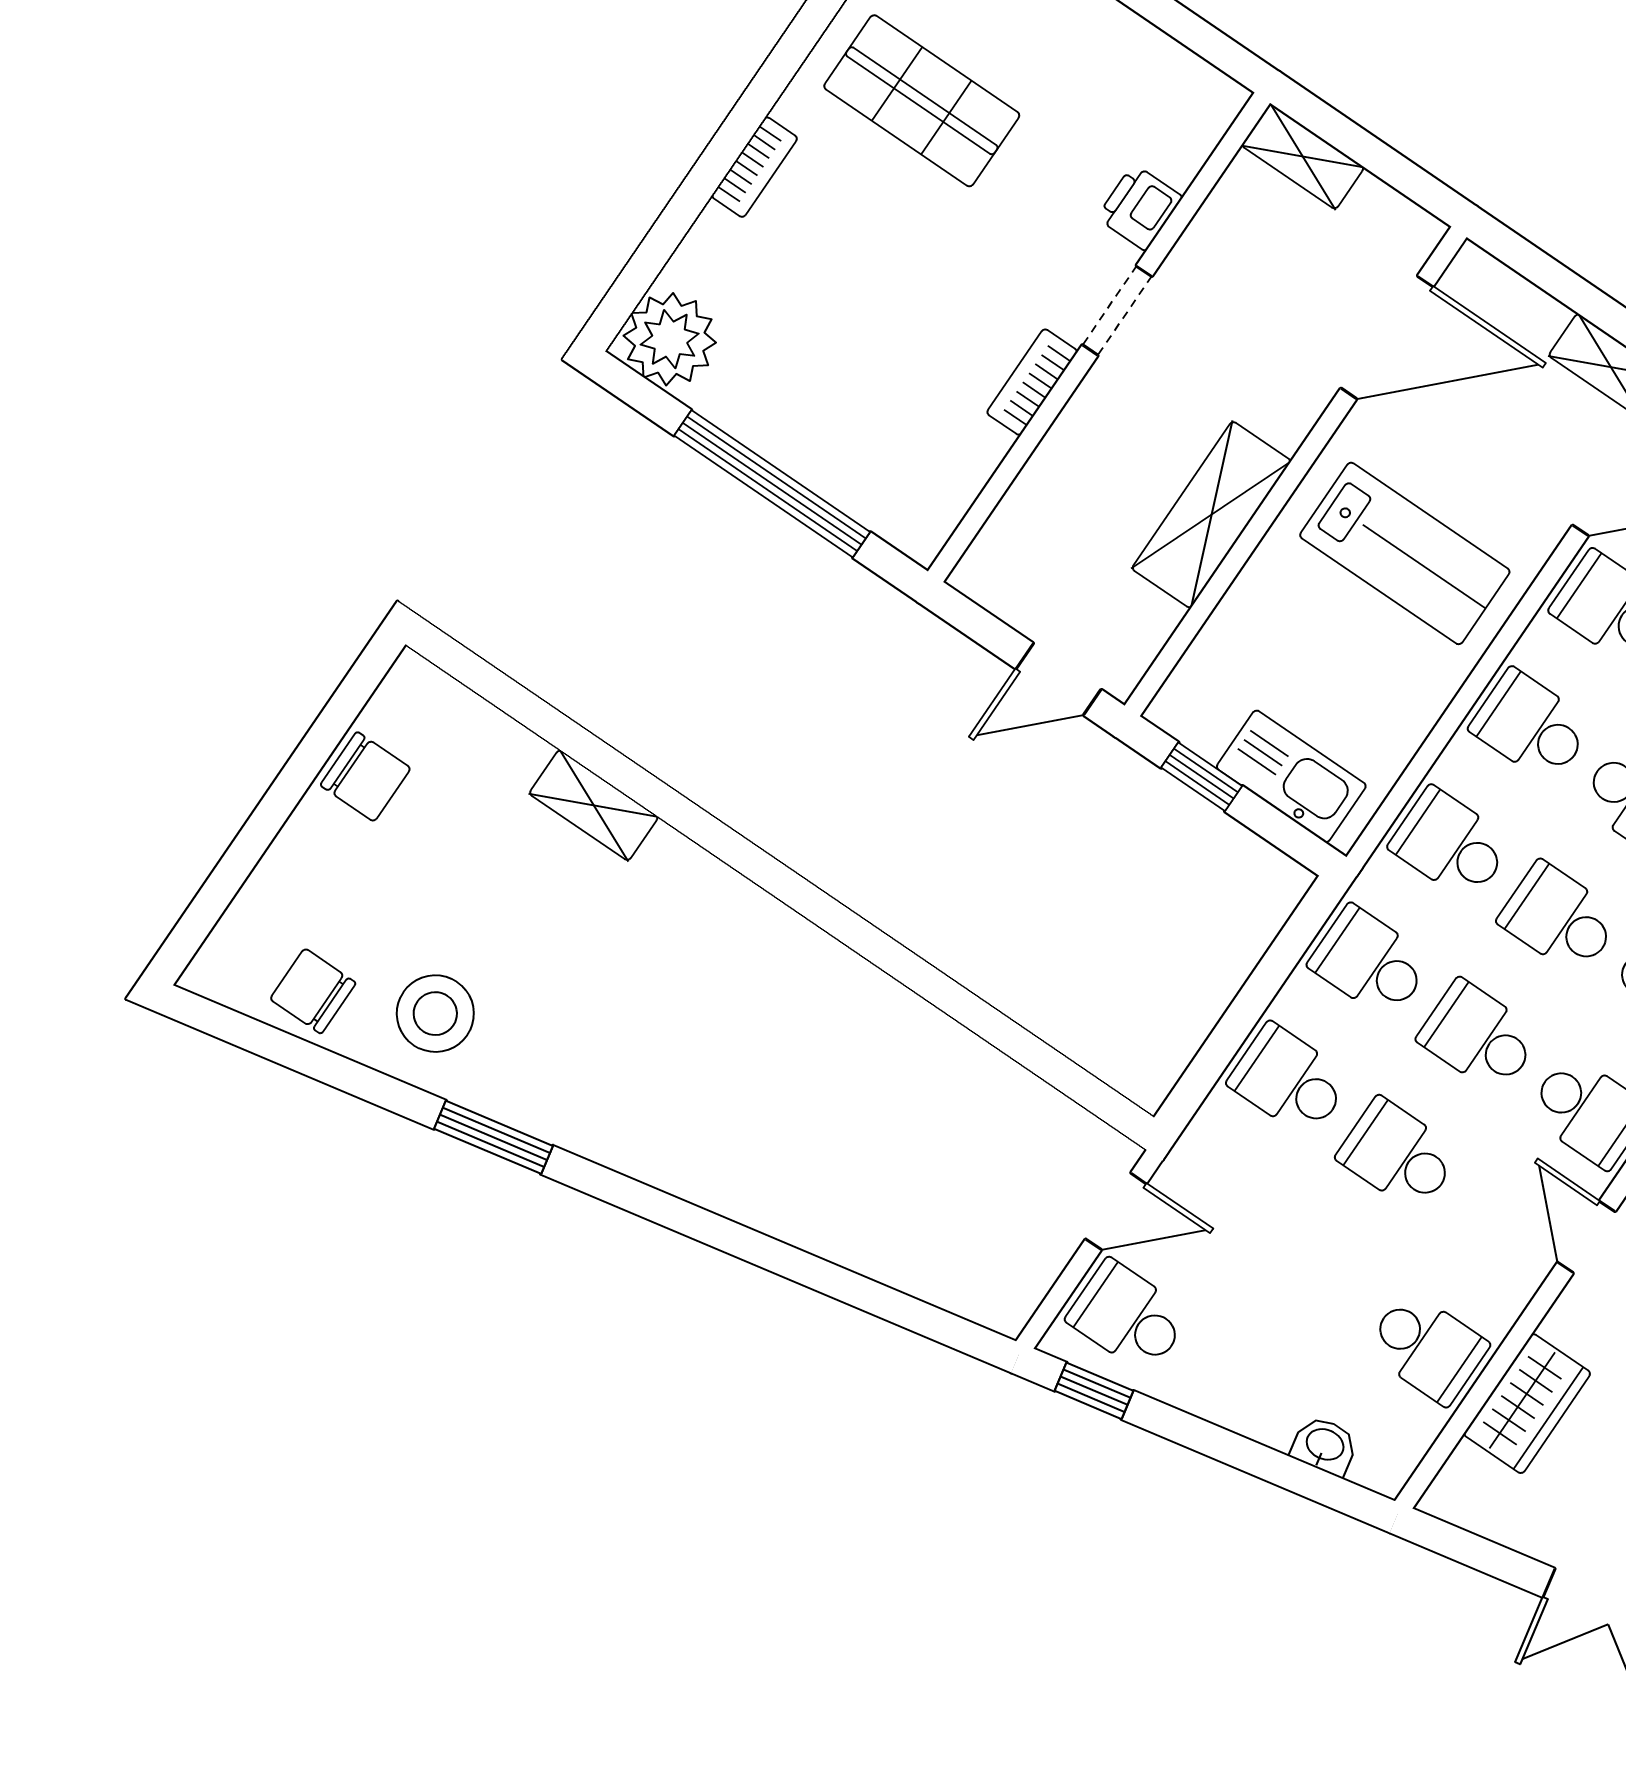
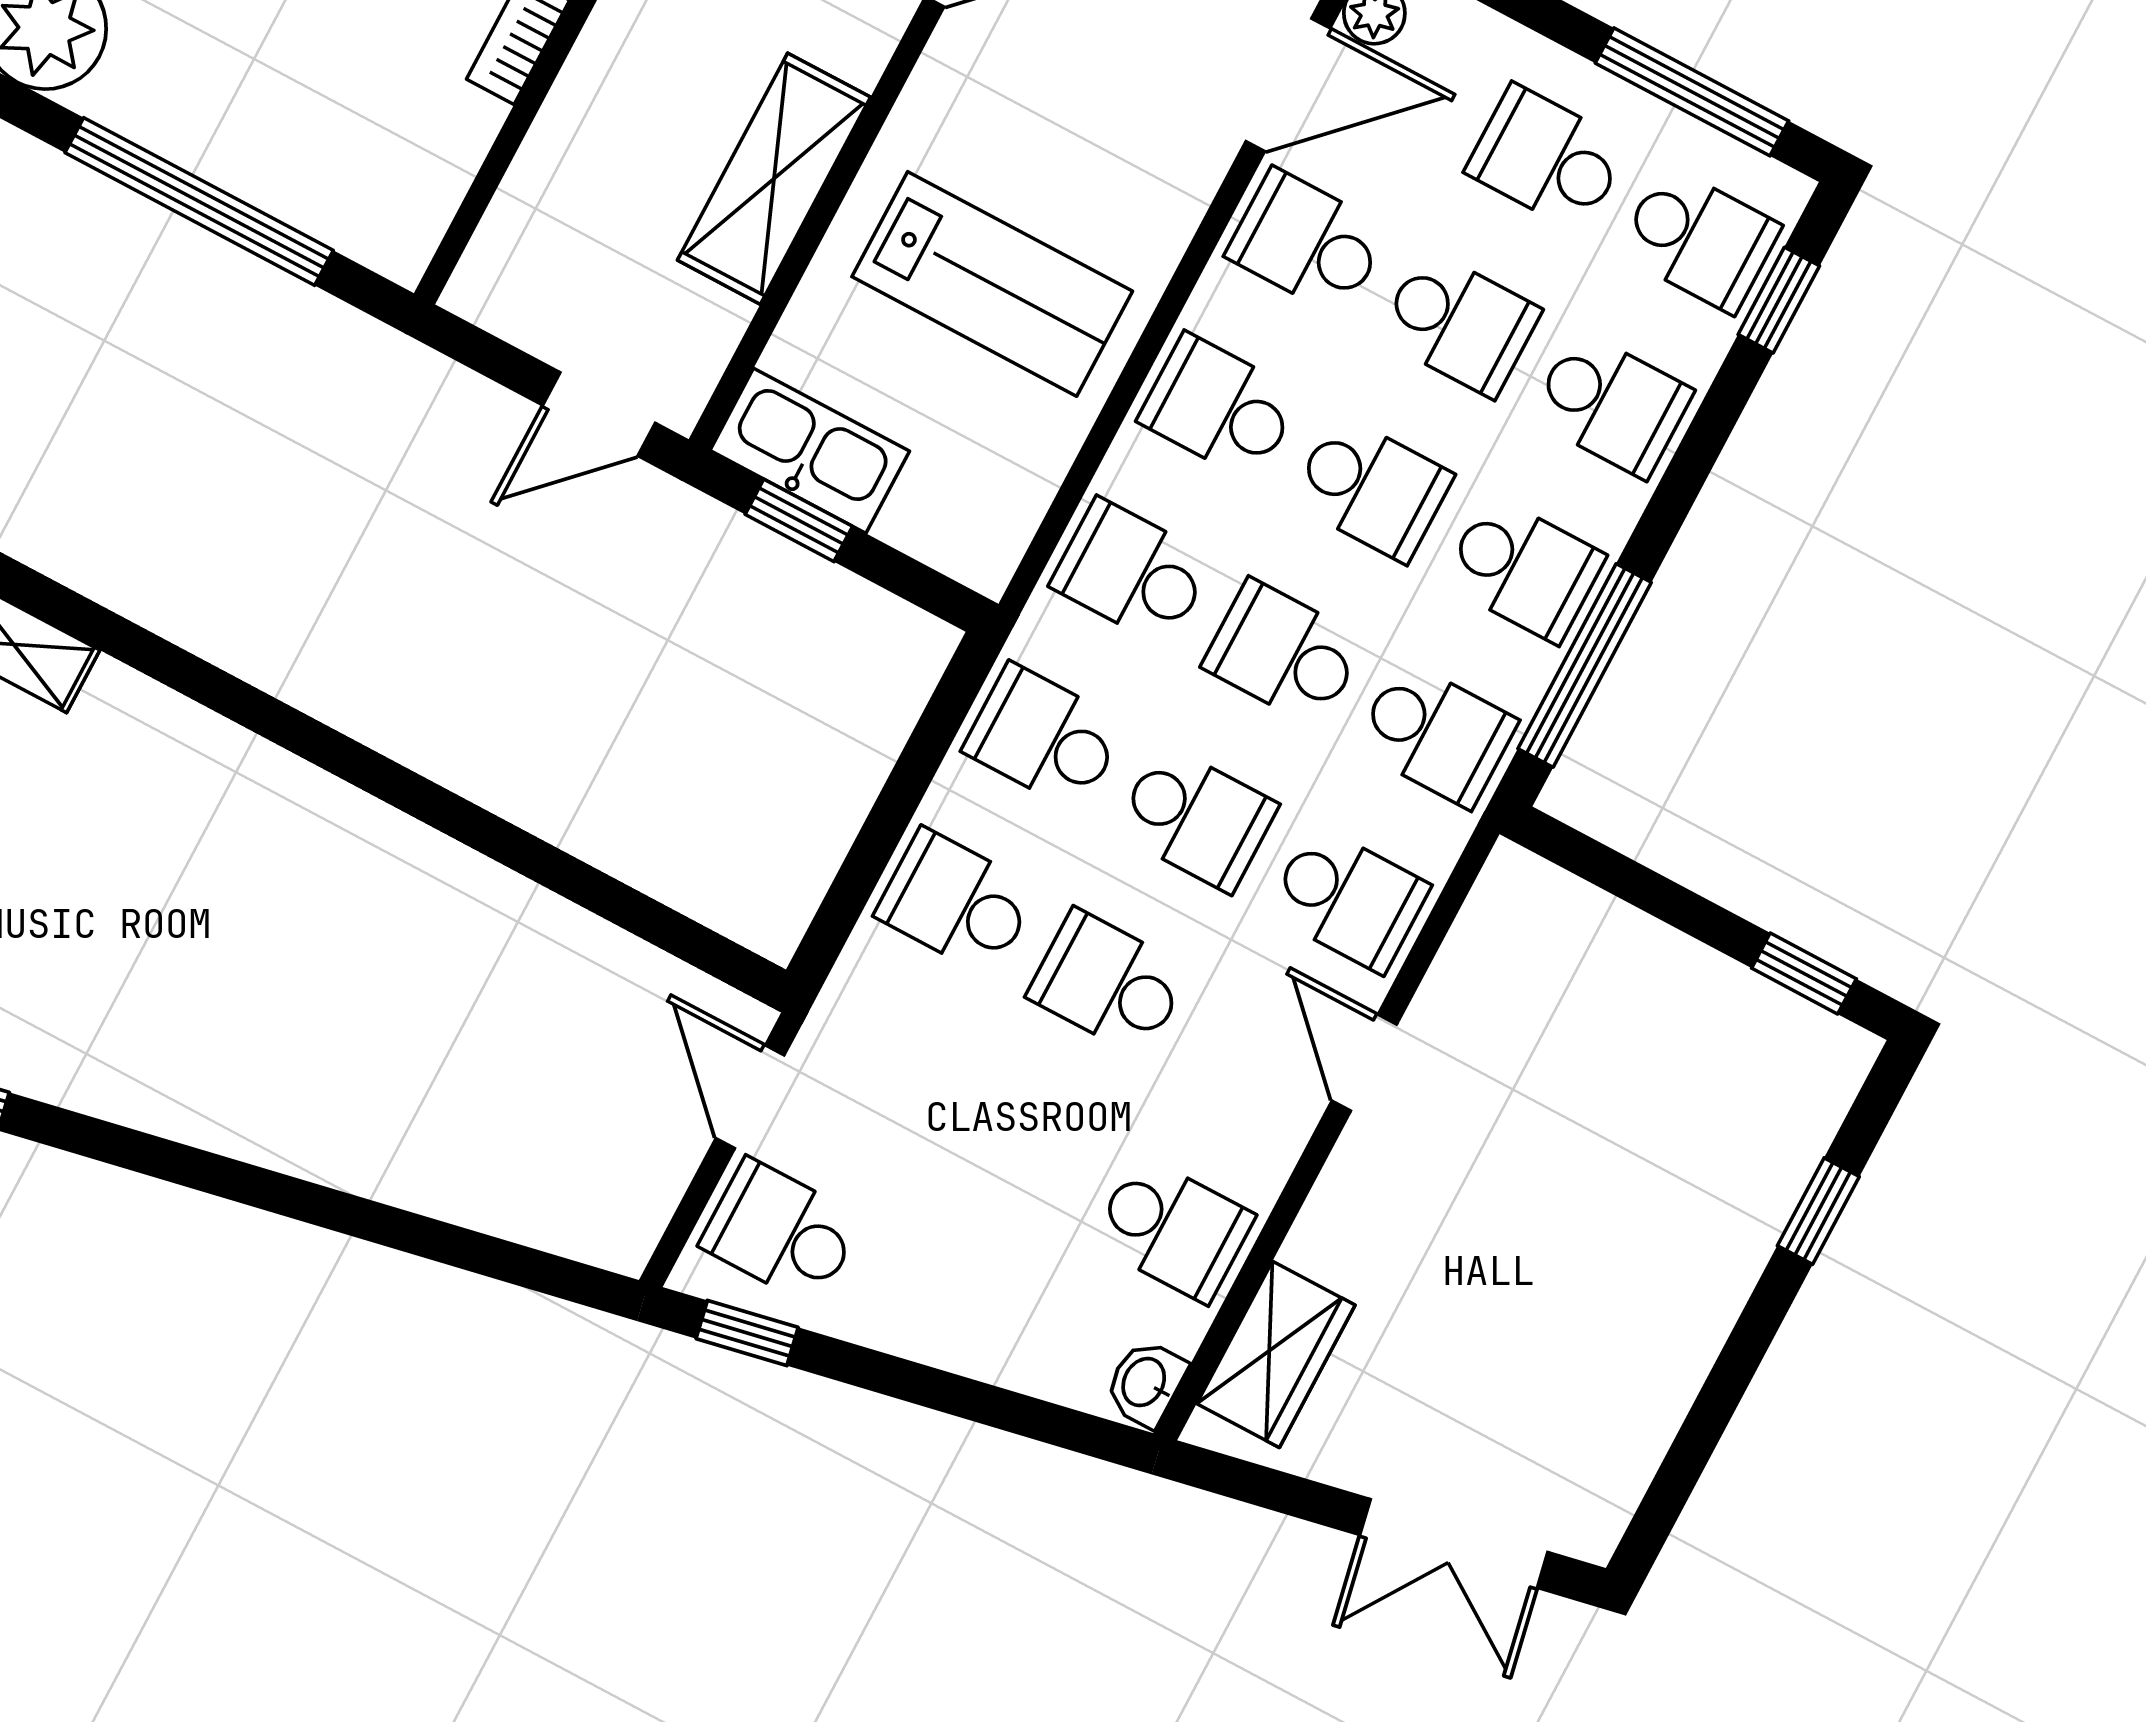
lab bench: (1405, 553) -> (992, 284), moved
kitchen sink: (1291, 776) -> (810, 451), moved
school desk: (1479, 1037) -> (1196, 818), turned 180
door: (1116, 1211) -> (750, 1097), swing flipped
wardrobe: (1527, 1404) -> (1276, 1354), moved
washbasin: (1325, 1446) -> (1145, 1383), moved, turned -79

